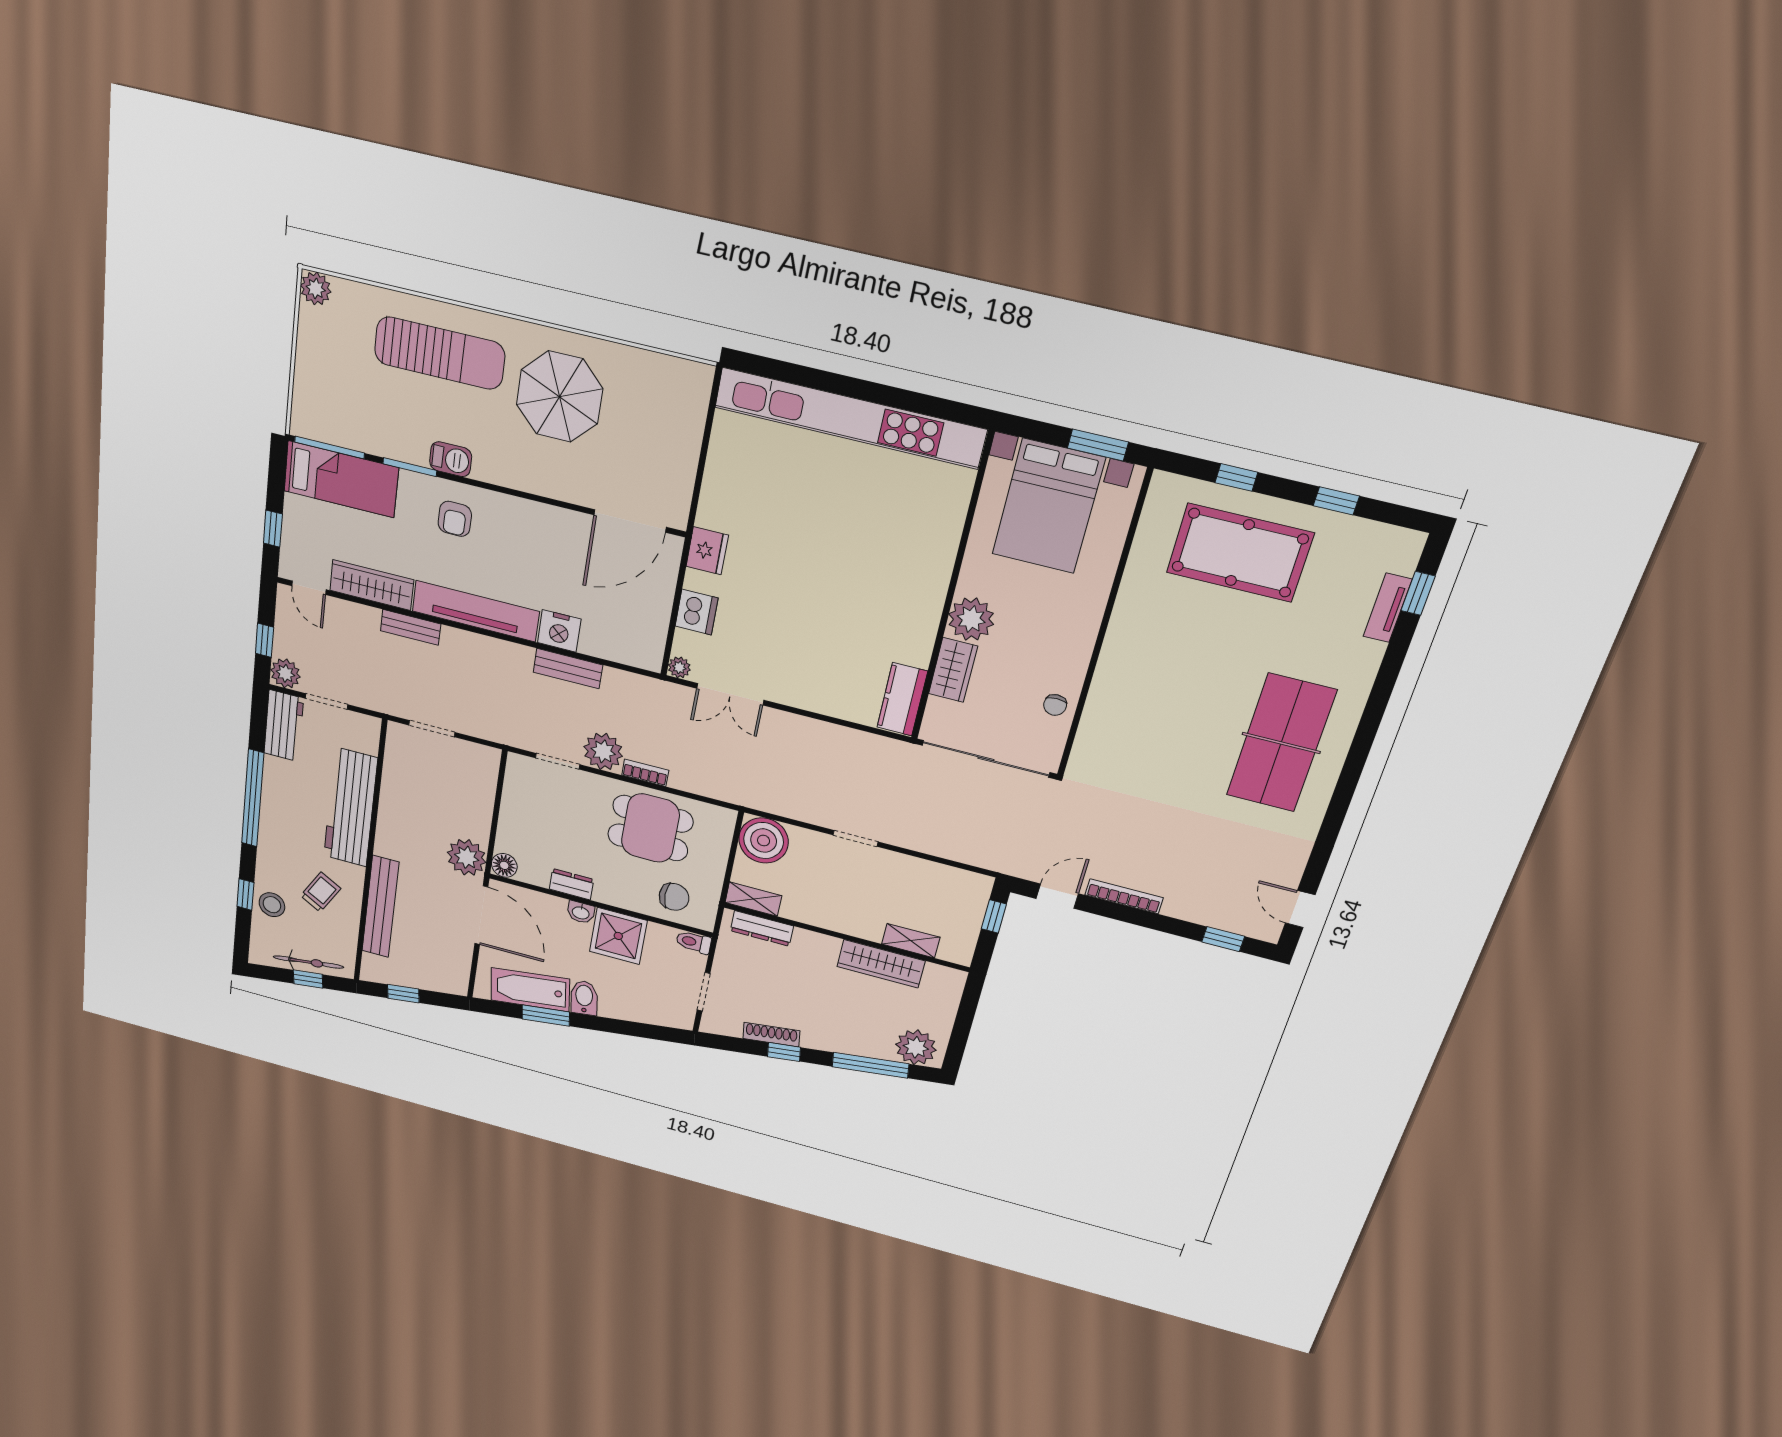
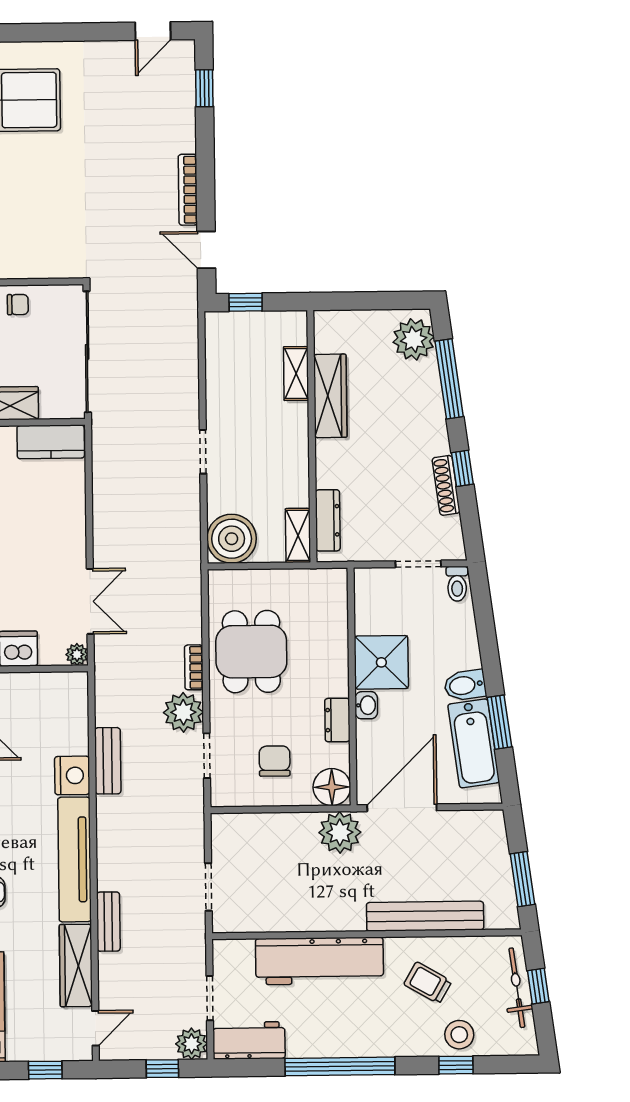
floor lamp: (504, 865) -> (332, 787), width x1.38, depth x1.38
chair: (674, 897) -> (275, 761), moved
toilet: (694, 942) -> (457, 584), moved
window: (403, 994) -> (522, 879), width x1.50

